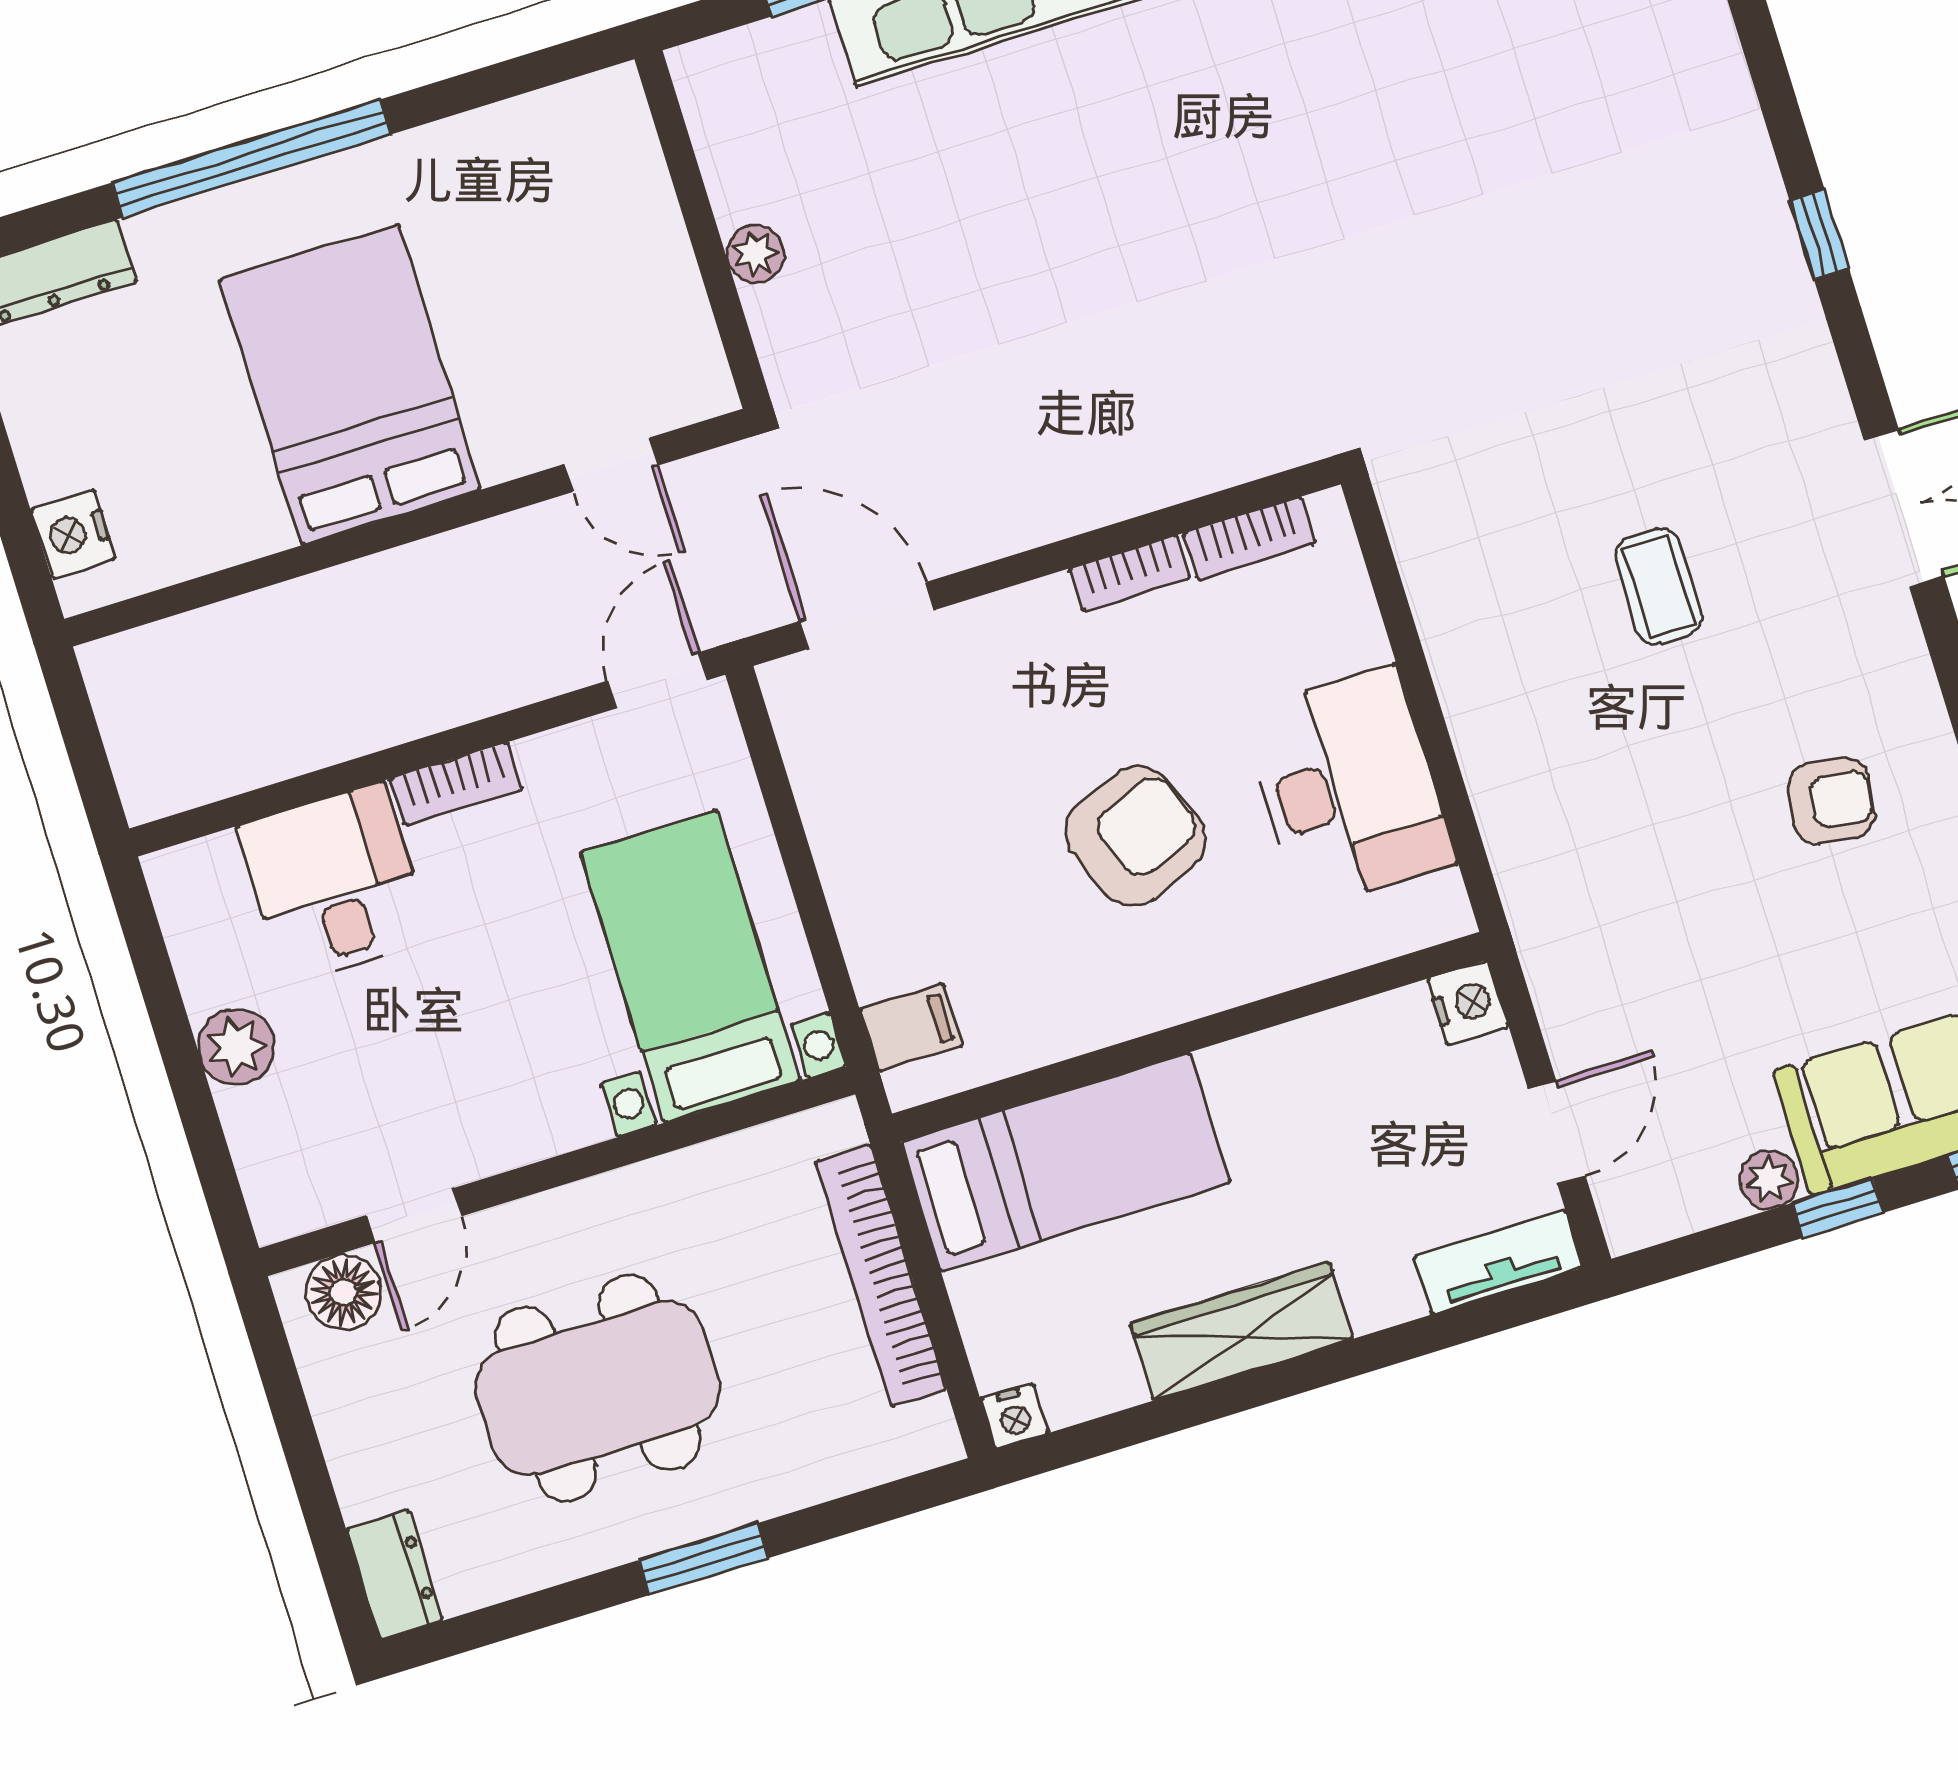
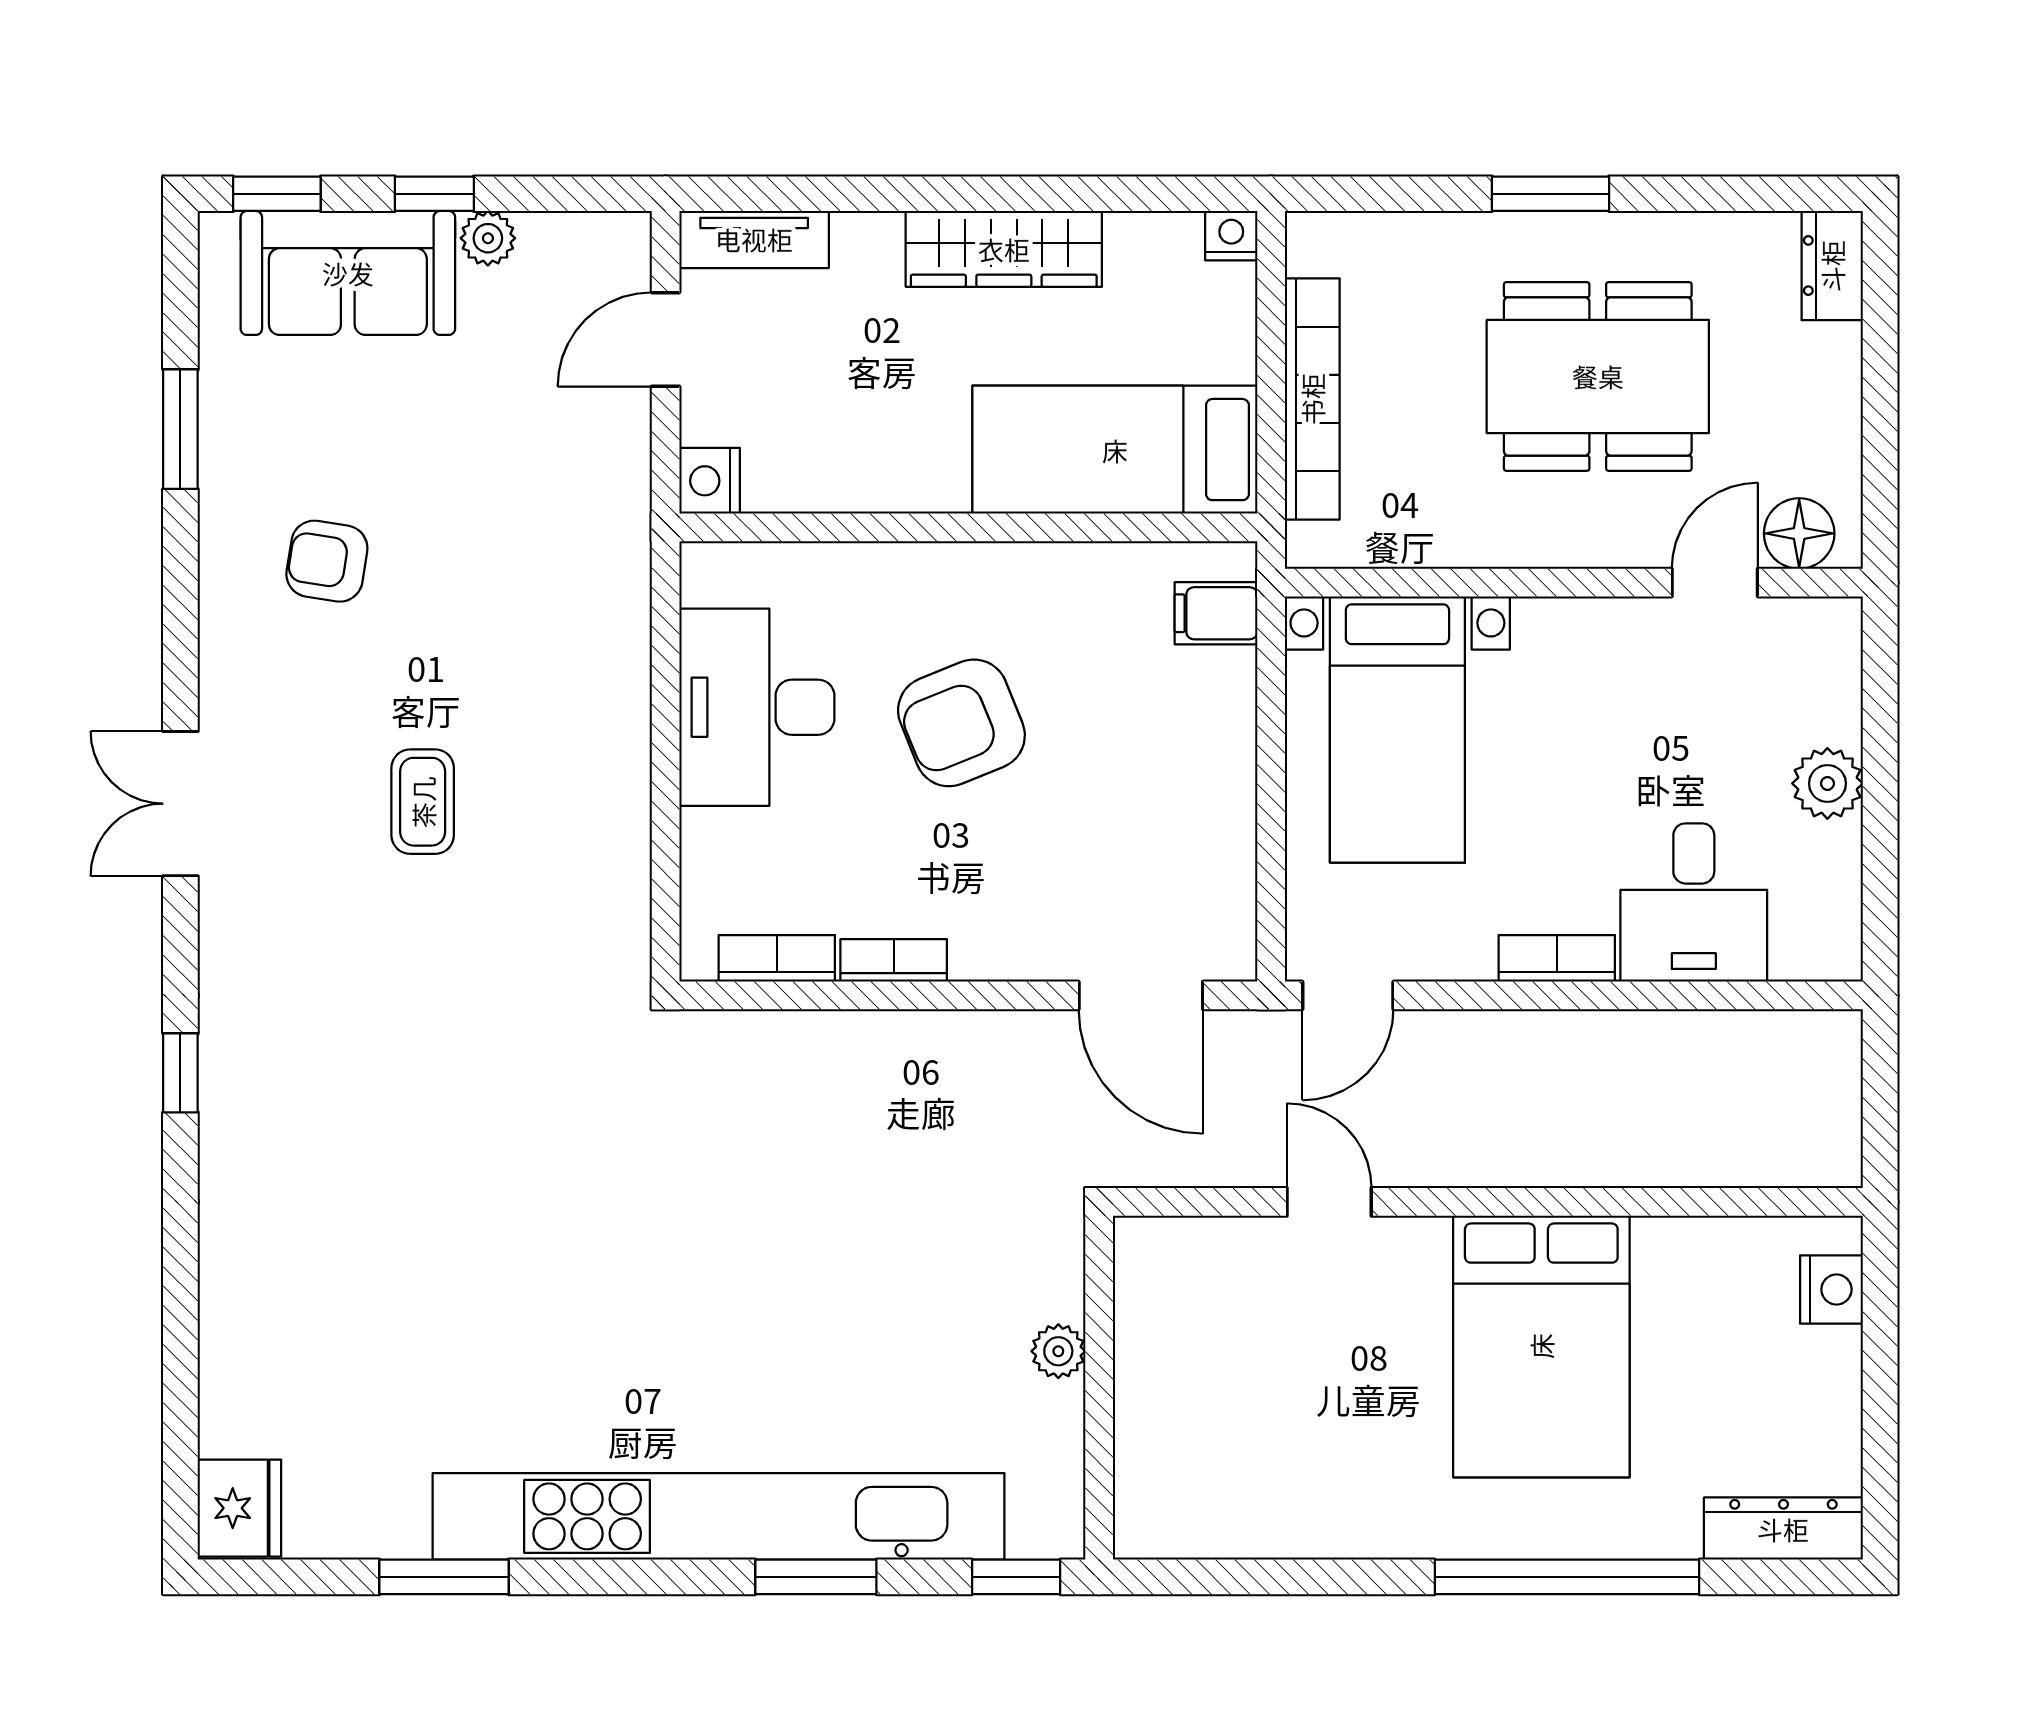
wall: (702, 230) -> (1099, 1388), moved
plant: (755, 254) -> (1058, 1351), moved

